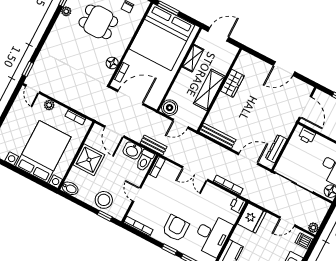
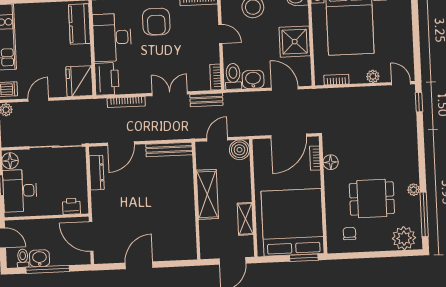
wardrobe: (232, 83) -> (186, 216), removed
bench: (153, 145) -> (206, 100), moved
printer: (238, 205) -> (107, 79), width x1.87, depth x1.48

